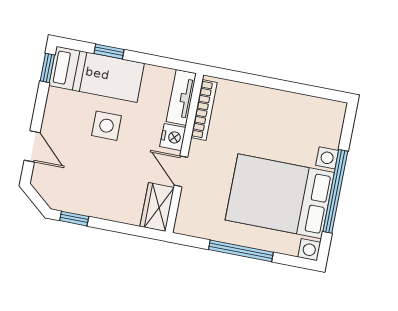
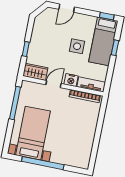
bed with nightstands: (280, 196) -> (33, 133), width x0.73
window: (74, 219) -> (26, 49), moved
window: (241, 251) -> (15, 103), moved

